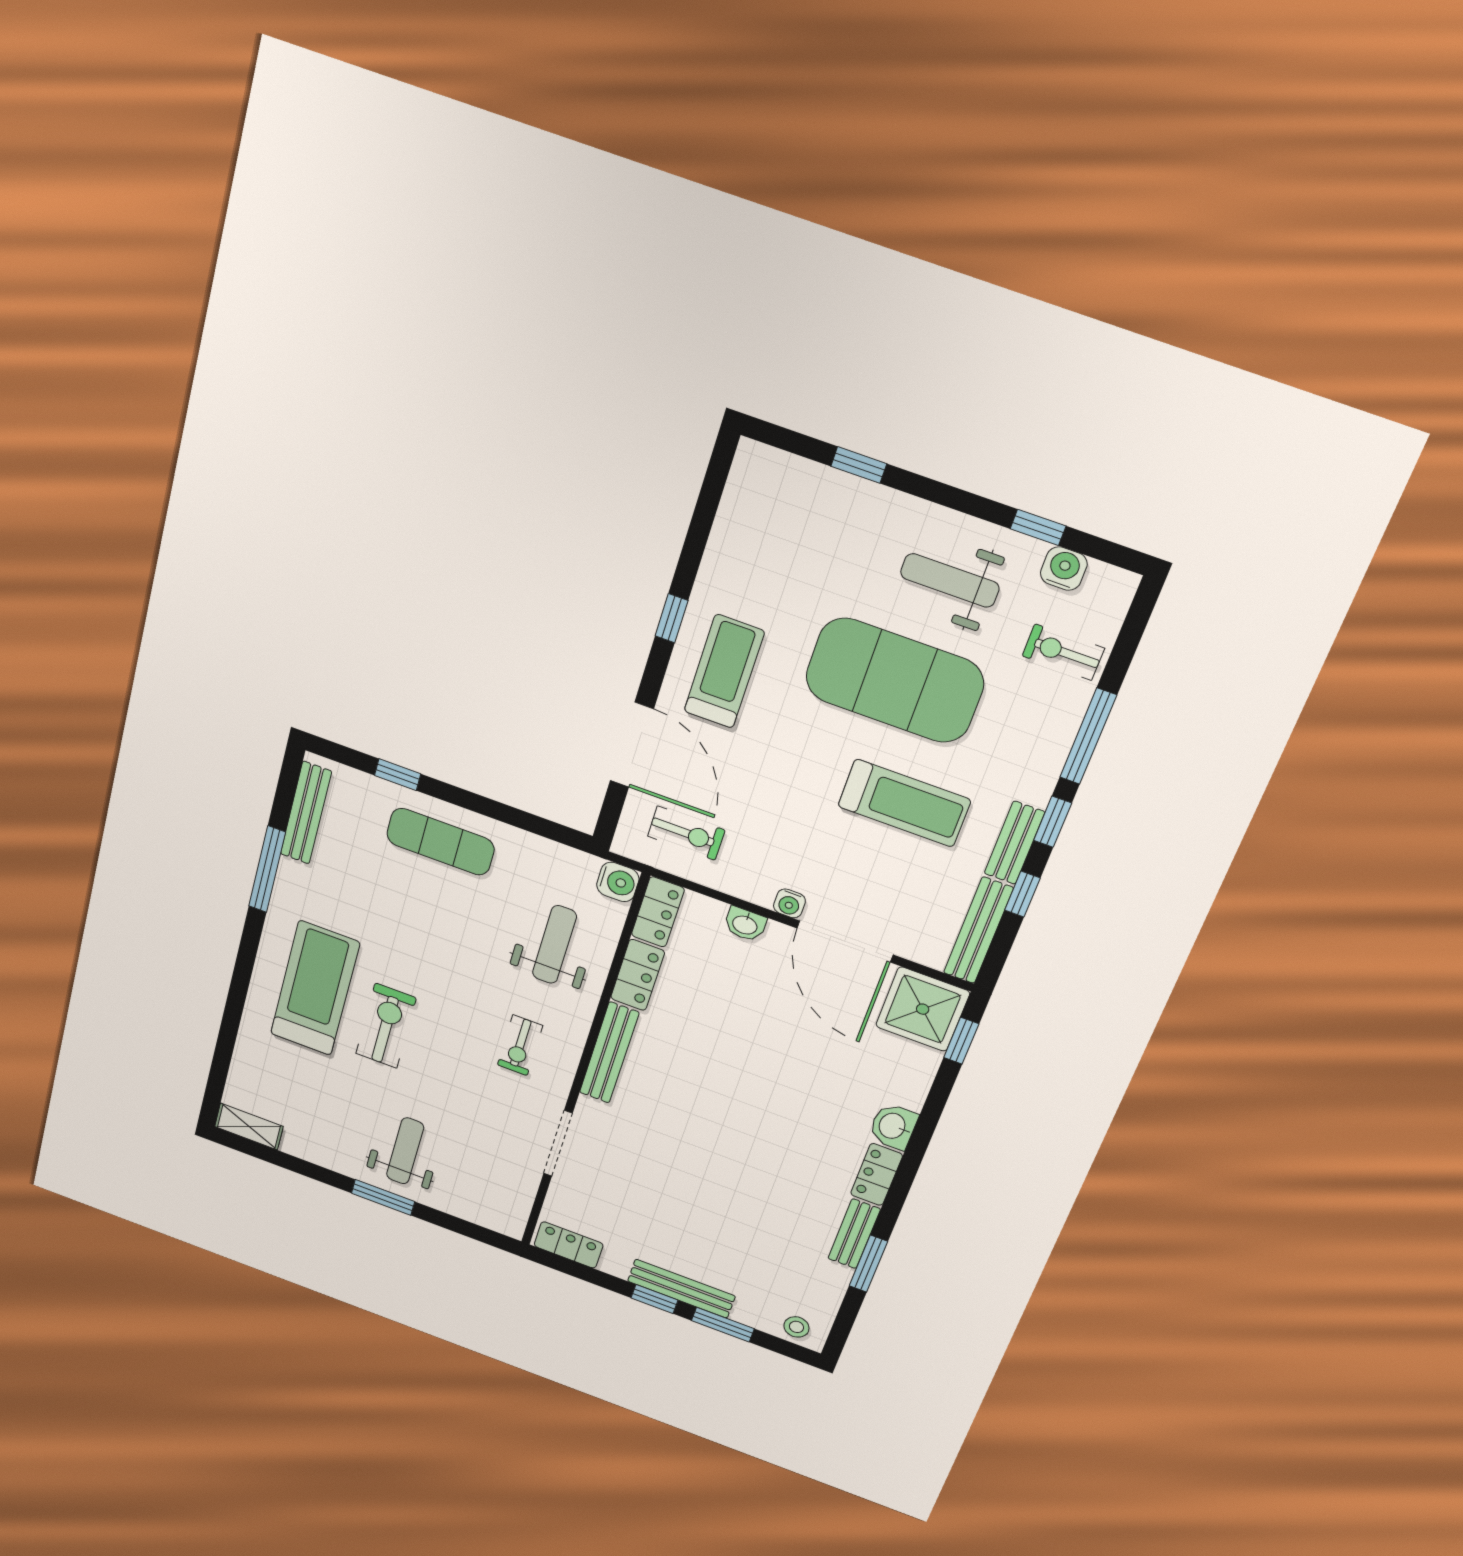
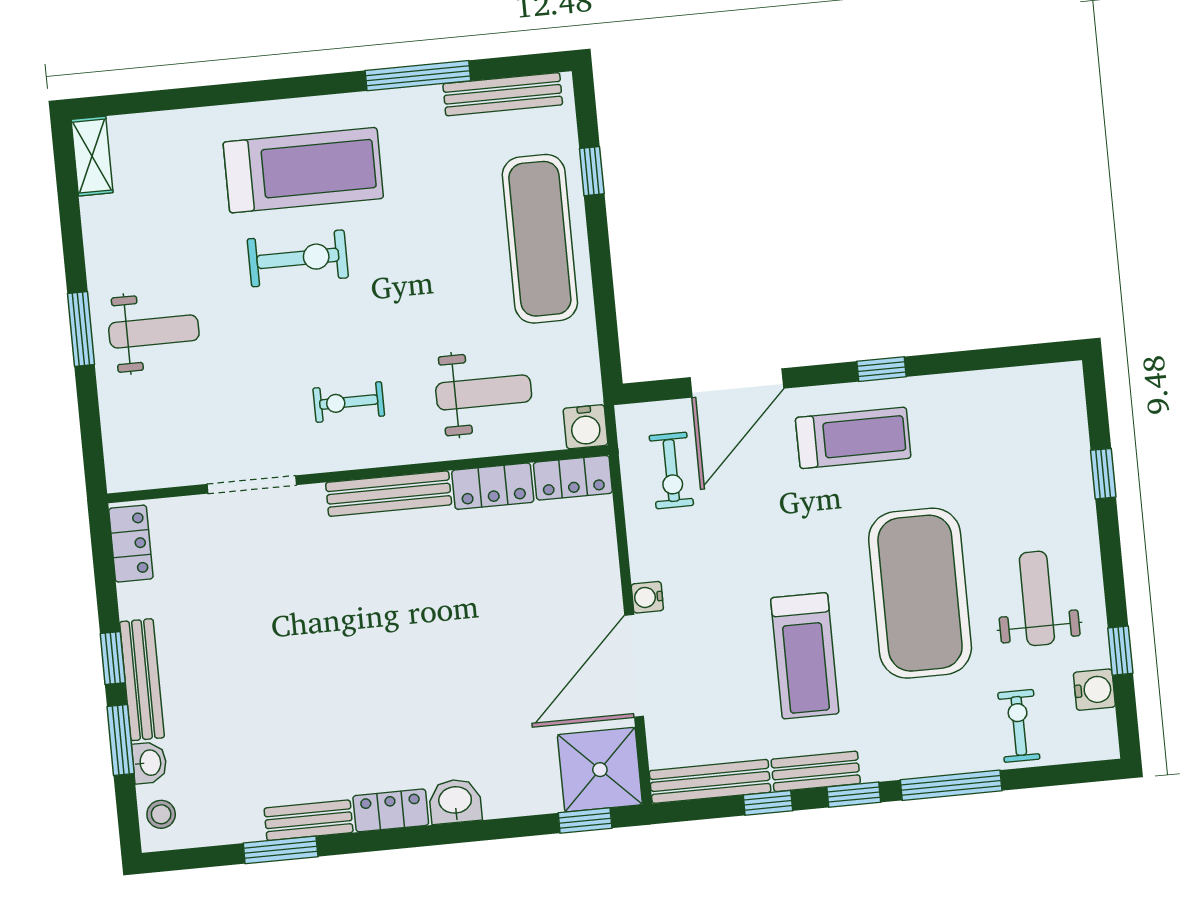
exercise mat: (440, 842) -> (540, 239), width x1.36, depth x1.45
washbasin: (745, 924) -> (149, 763), moved, turned 180

